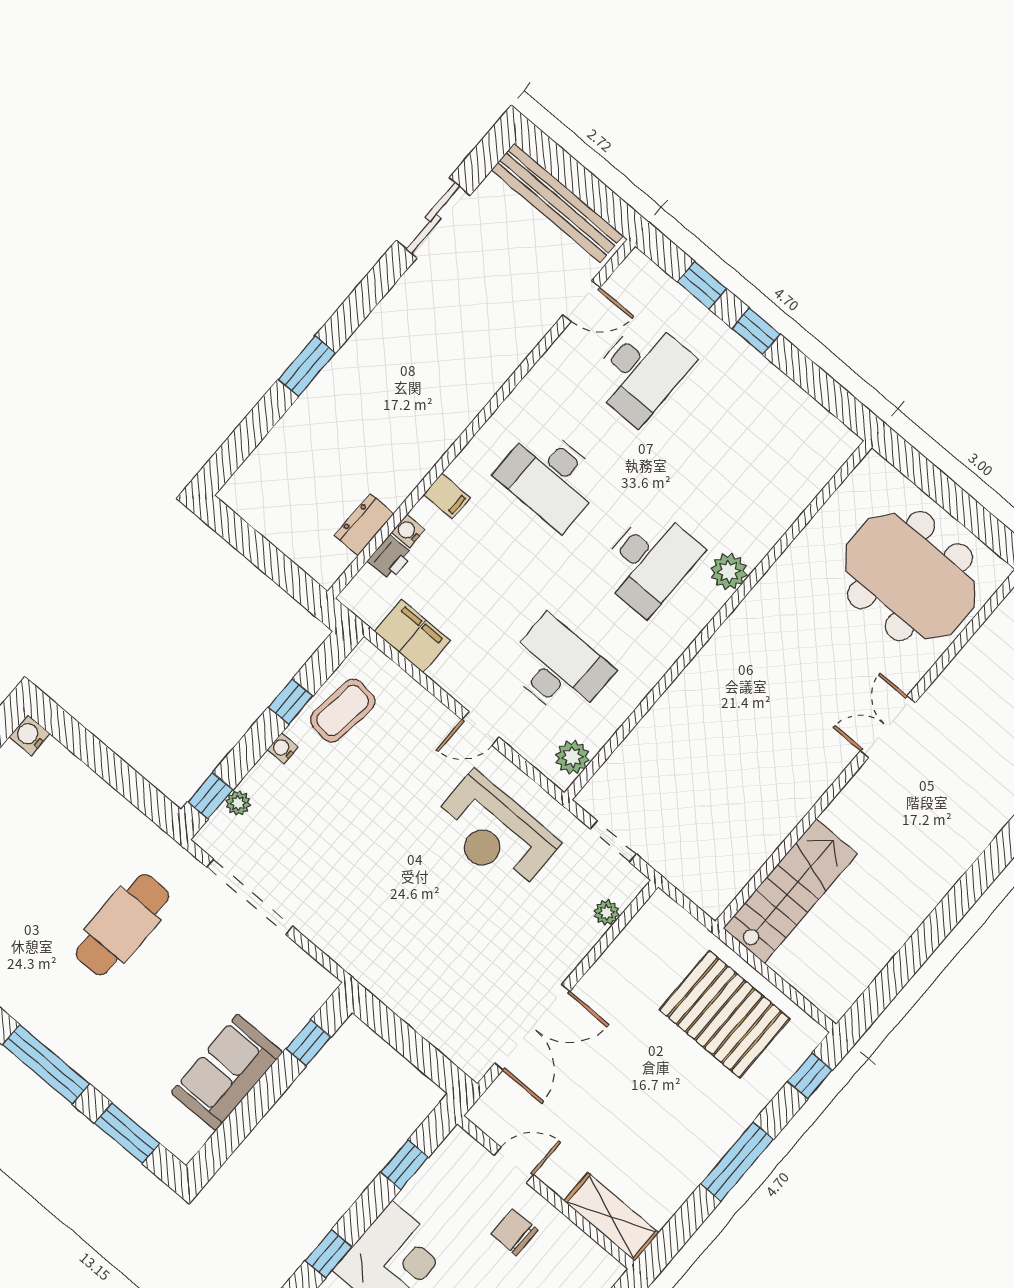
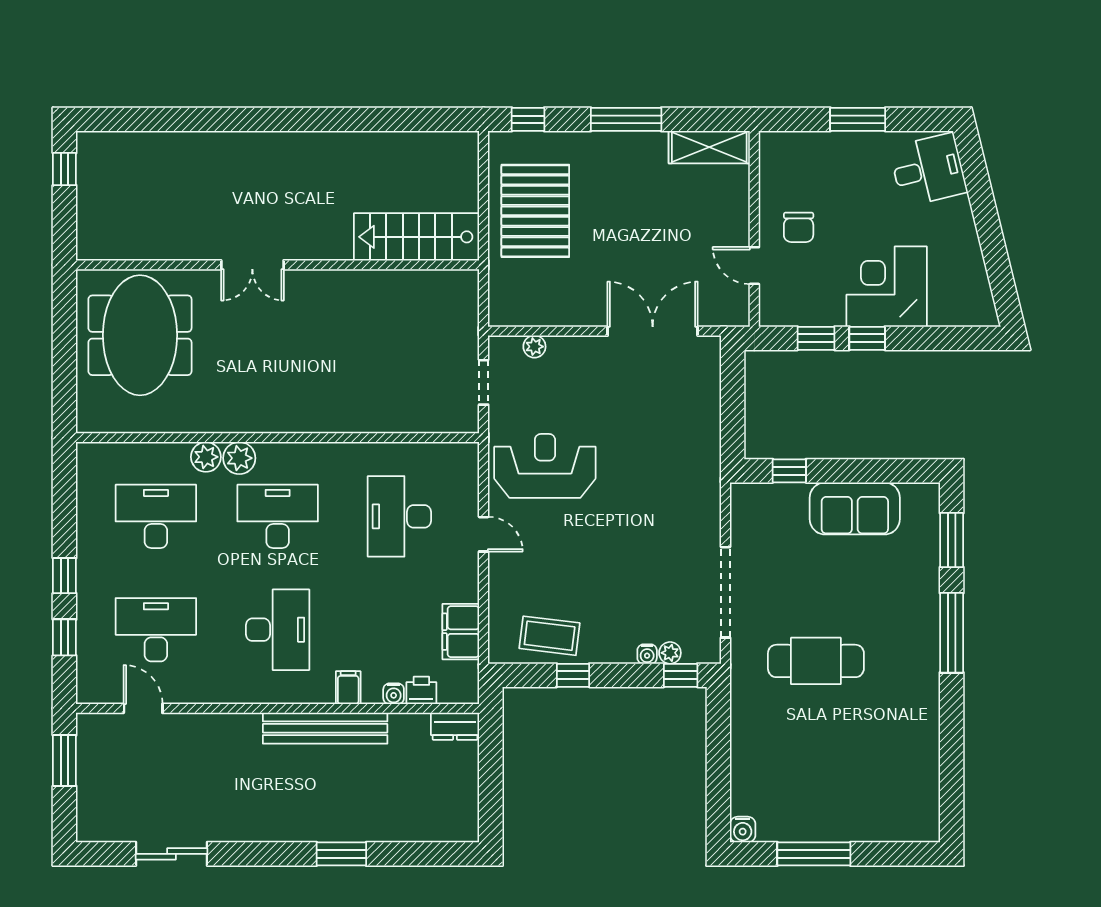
window: (594, 194) -> (64, 761), added
bench: (557, 203) -> (325, 728), moved, turned 90
desk: (740, 455) -> (156, 516), added
dresser: (364, 525) -> (455, 726), moved
water cooler: (283, 749) -> (647, 654), moved
plant: (572, 757) -> (206, 457), moved
reception desk: (494, 833) -> (545, 466), turned -90
shelving: (611, 1217) -> (709, 147), moved, turned 90
window: (329, 1254) -> (867, 338), moved

